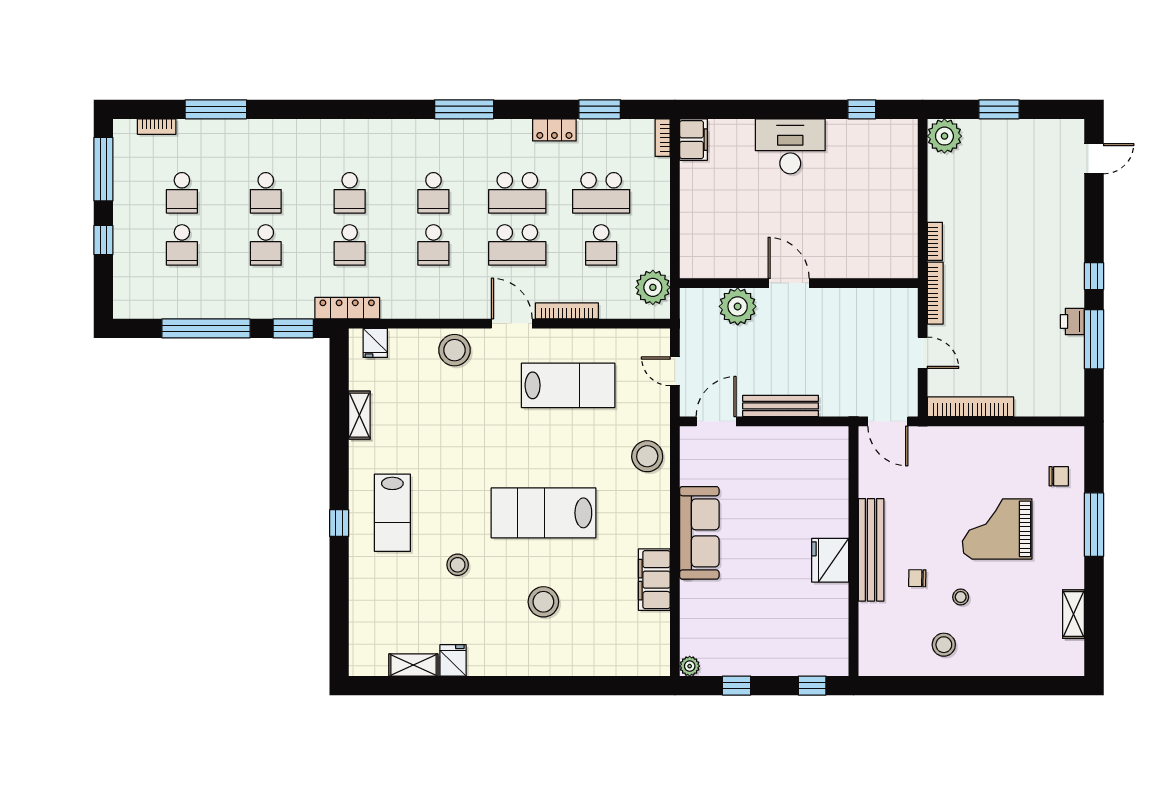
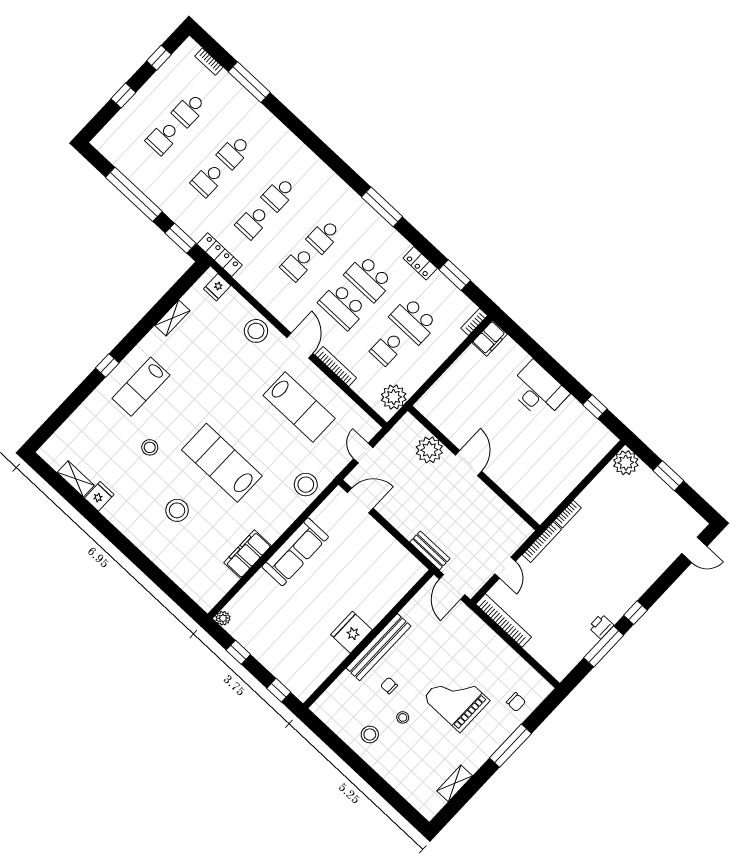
window: (103, 169) -> (159, 58), width x0.46
bench: (781, 406) -> (430, 550), moved, width x0.73

